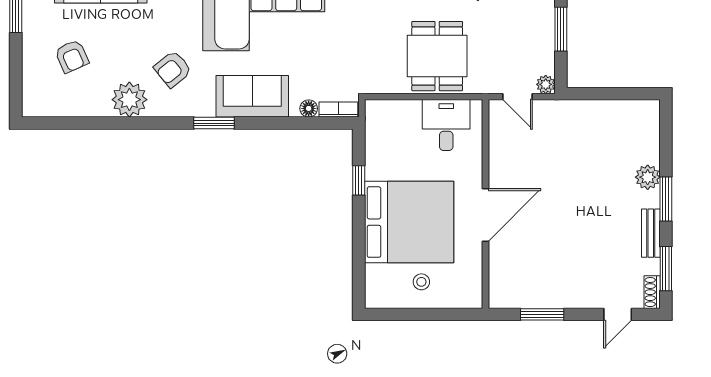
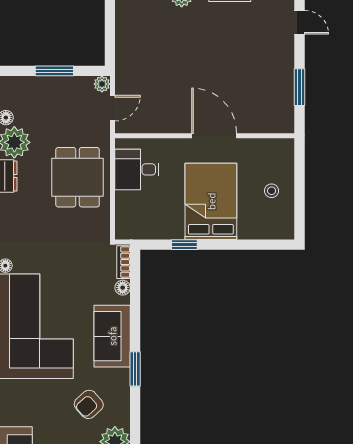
dining table: (437, 56) -> (78, 177), turned 90
armchair: (173, 69) -> (89, 404), turned 87
bed: (409, 222) -> (211, 201), width x0.73

